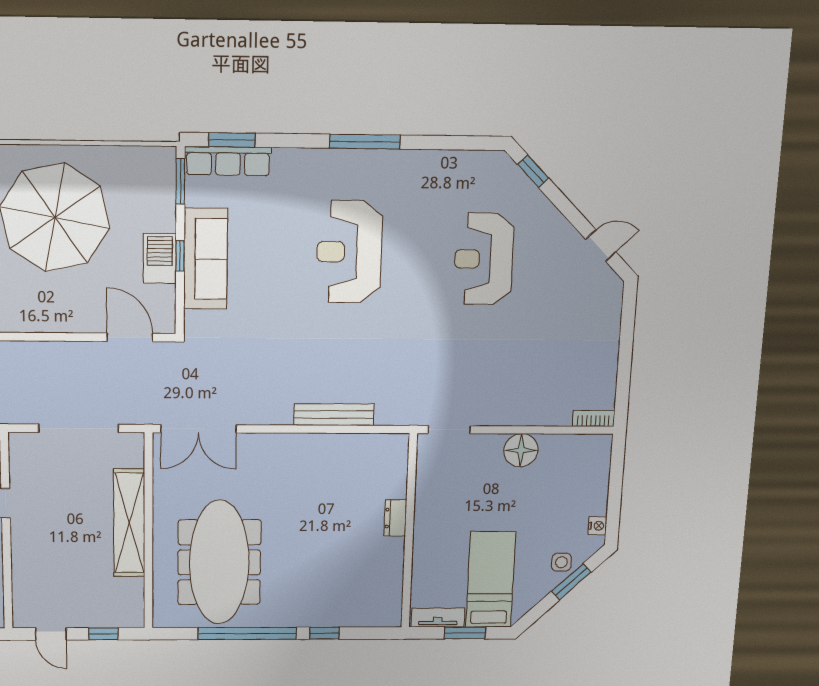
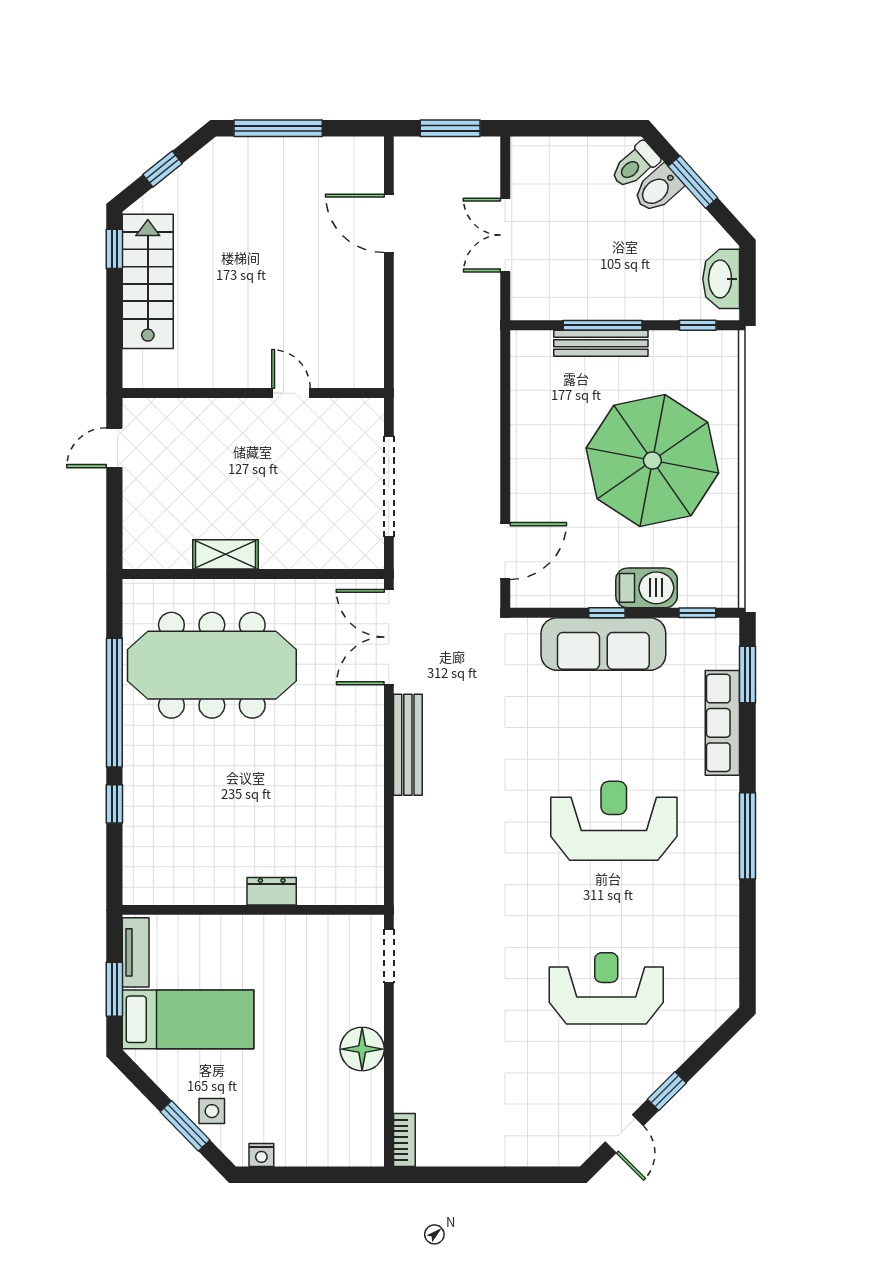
row of seats: (228, 161) -> (722, 723), moved
window: (533, 171) -> (667, 1091), moved
window: (180, 181) -> (697, 613), width x0.67
barbecue: (160, 258) -> (647, 588), moved
bench: (334, 415) -> (408, 745), moved
shelving: (129, 523) -> (226, 554), width x0.45, depth x0.75
window: (103, 634) -> (114, 516), removed

